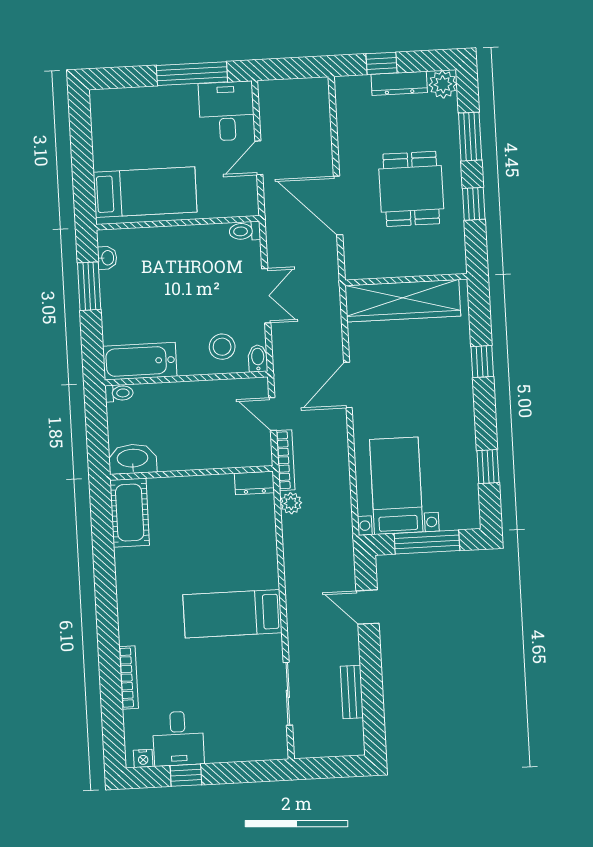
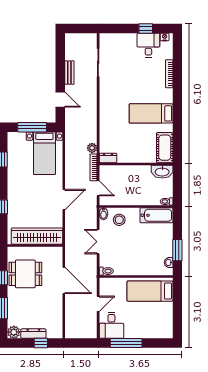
dining table: (411, 189) -> (25, 274), moved, turned 90
bed: (232, 614) -> (151, 113), moved, turned 180
bench: (352, 692) -> (69, 73), moved

